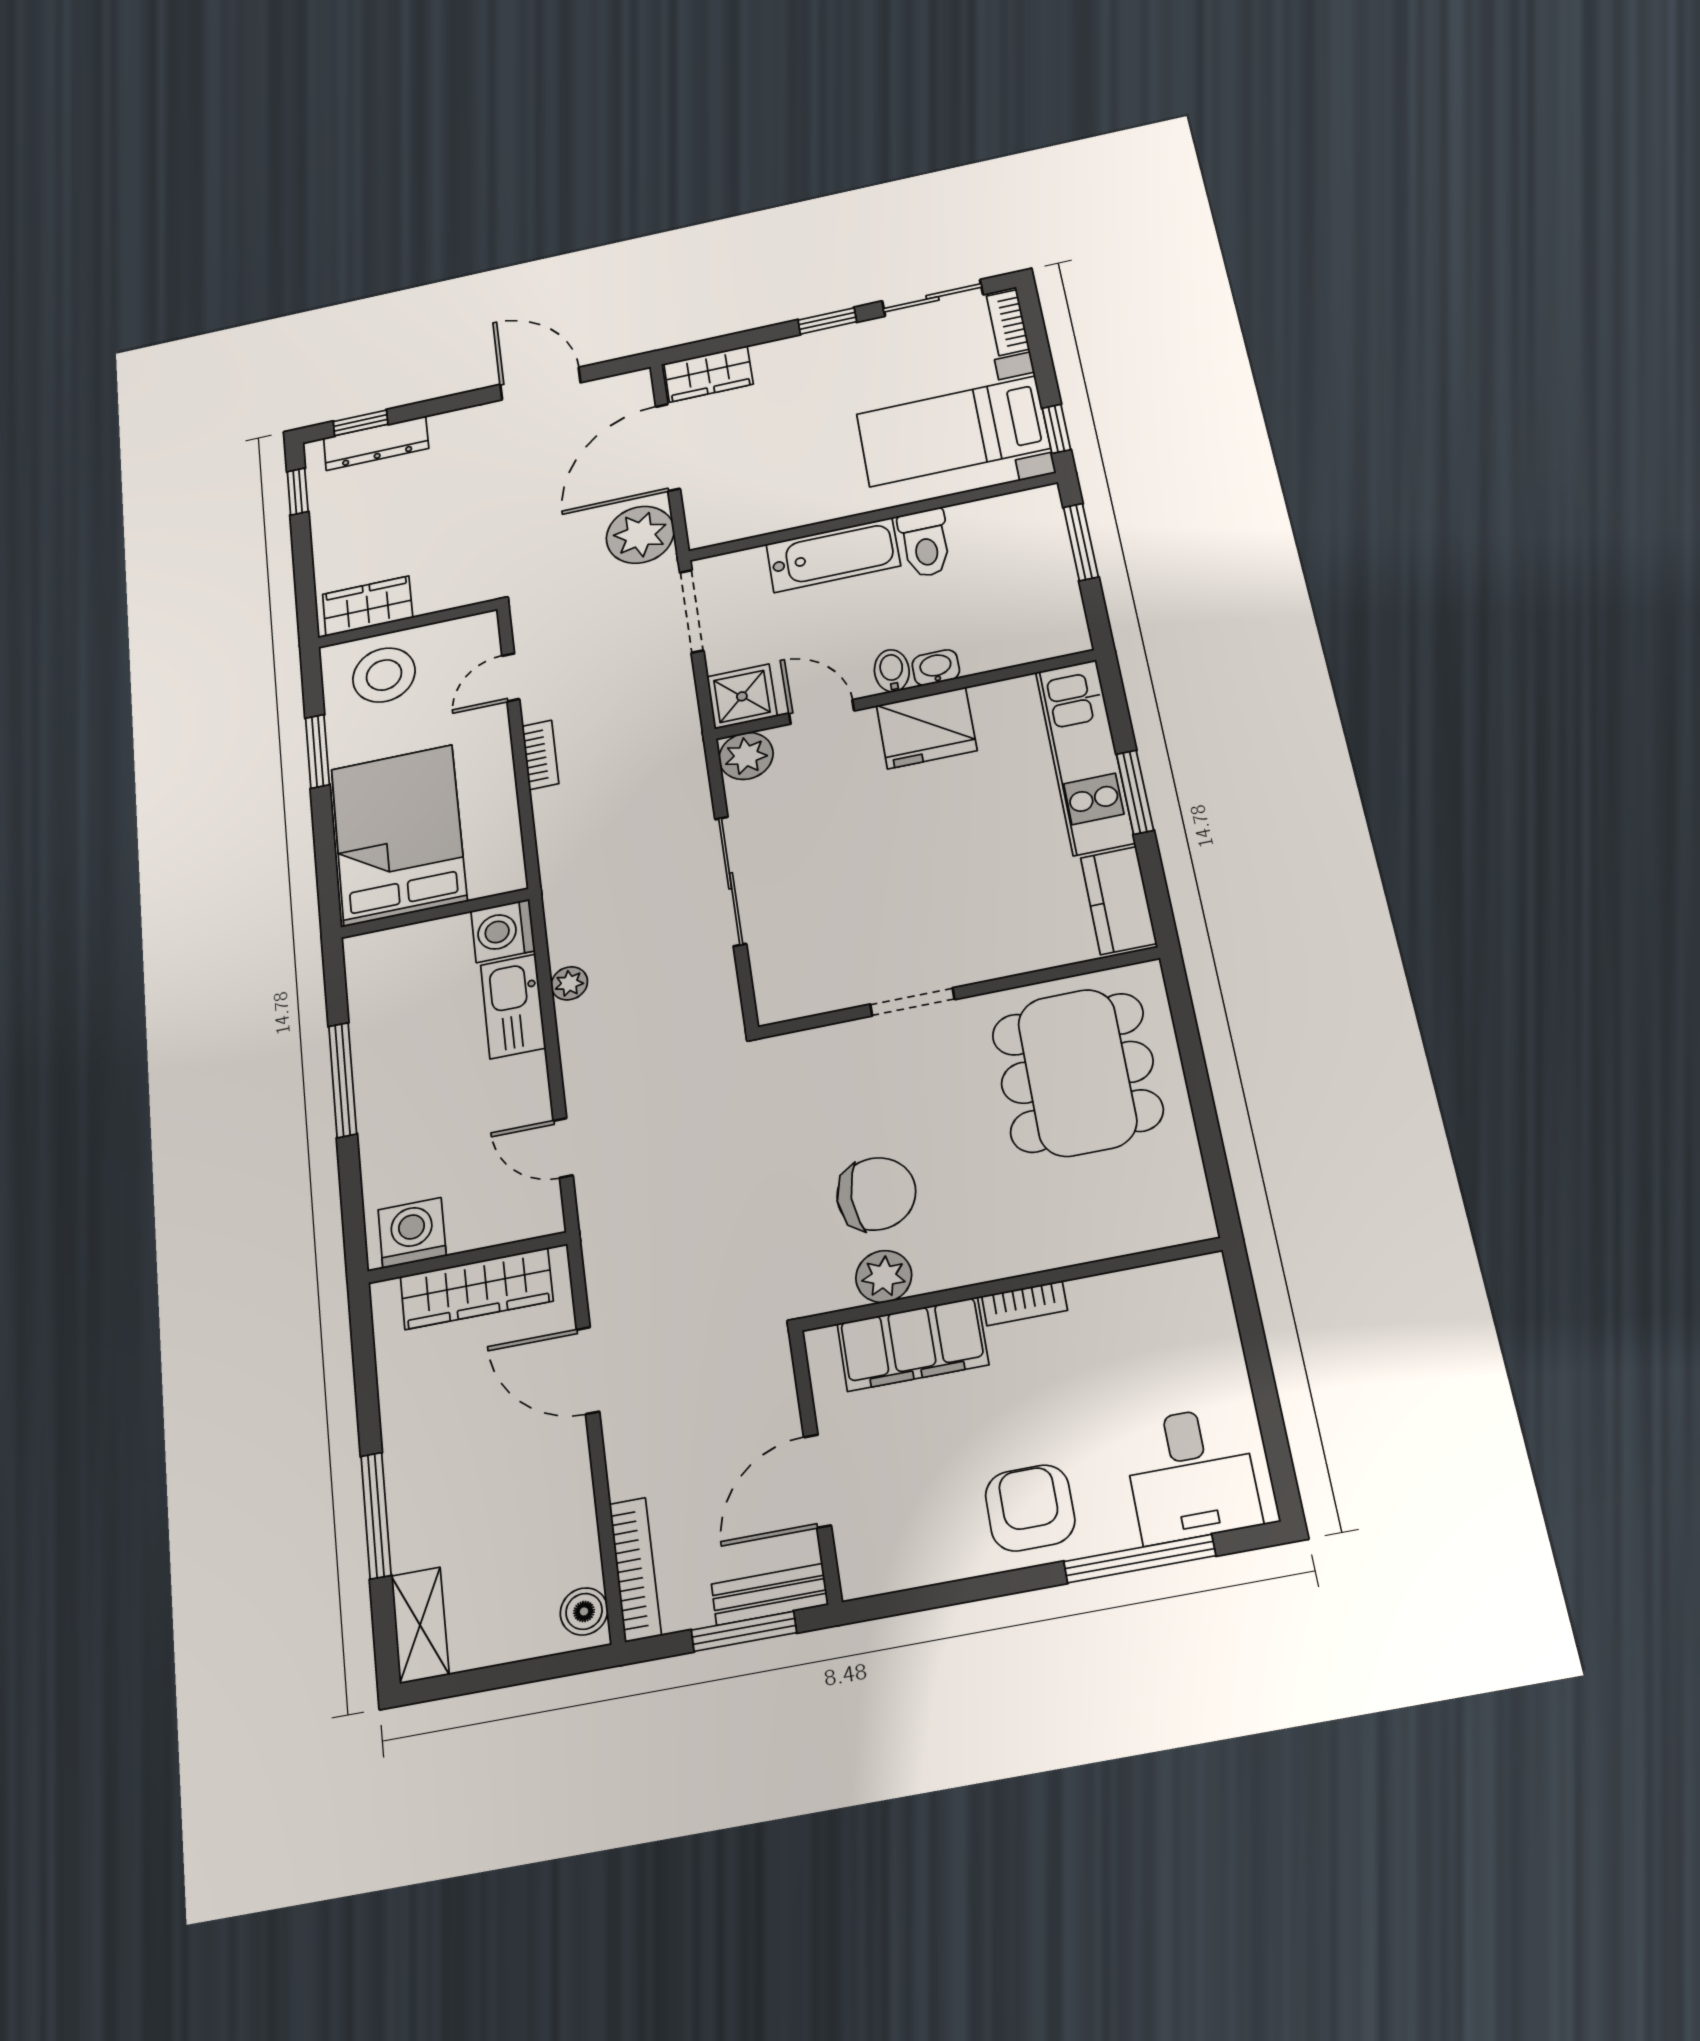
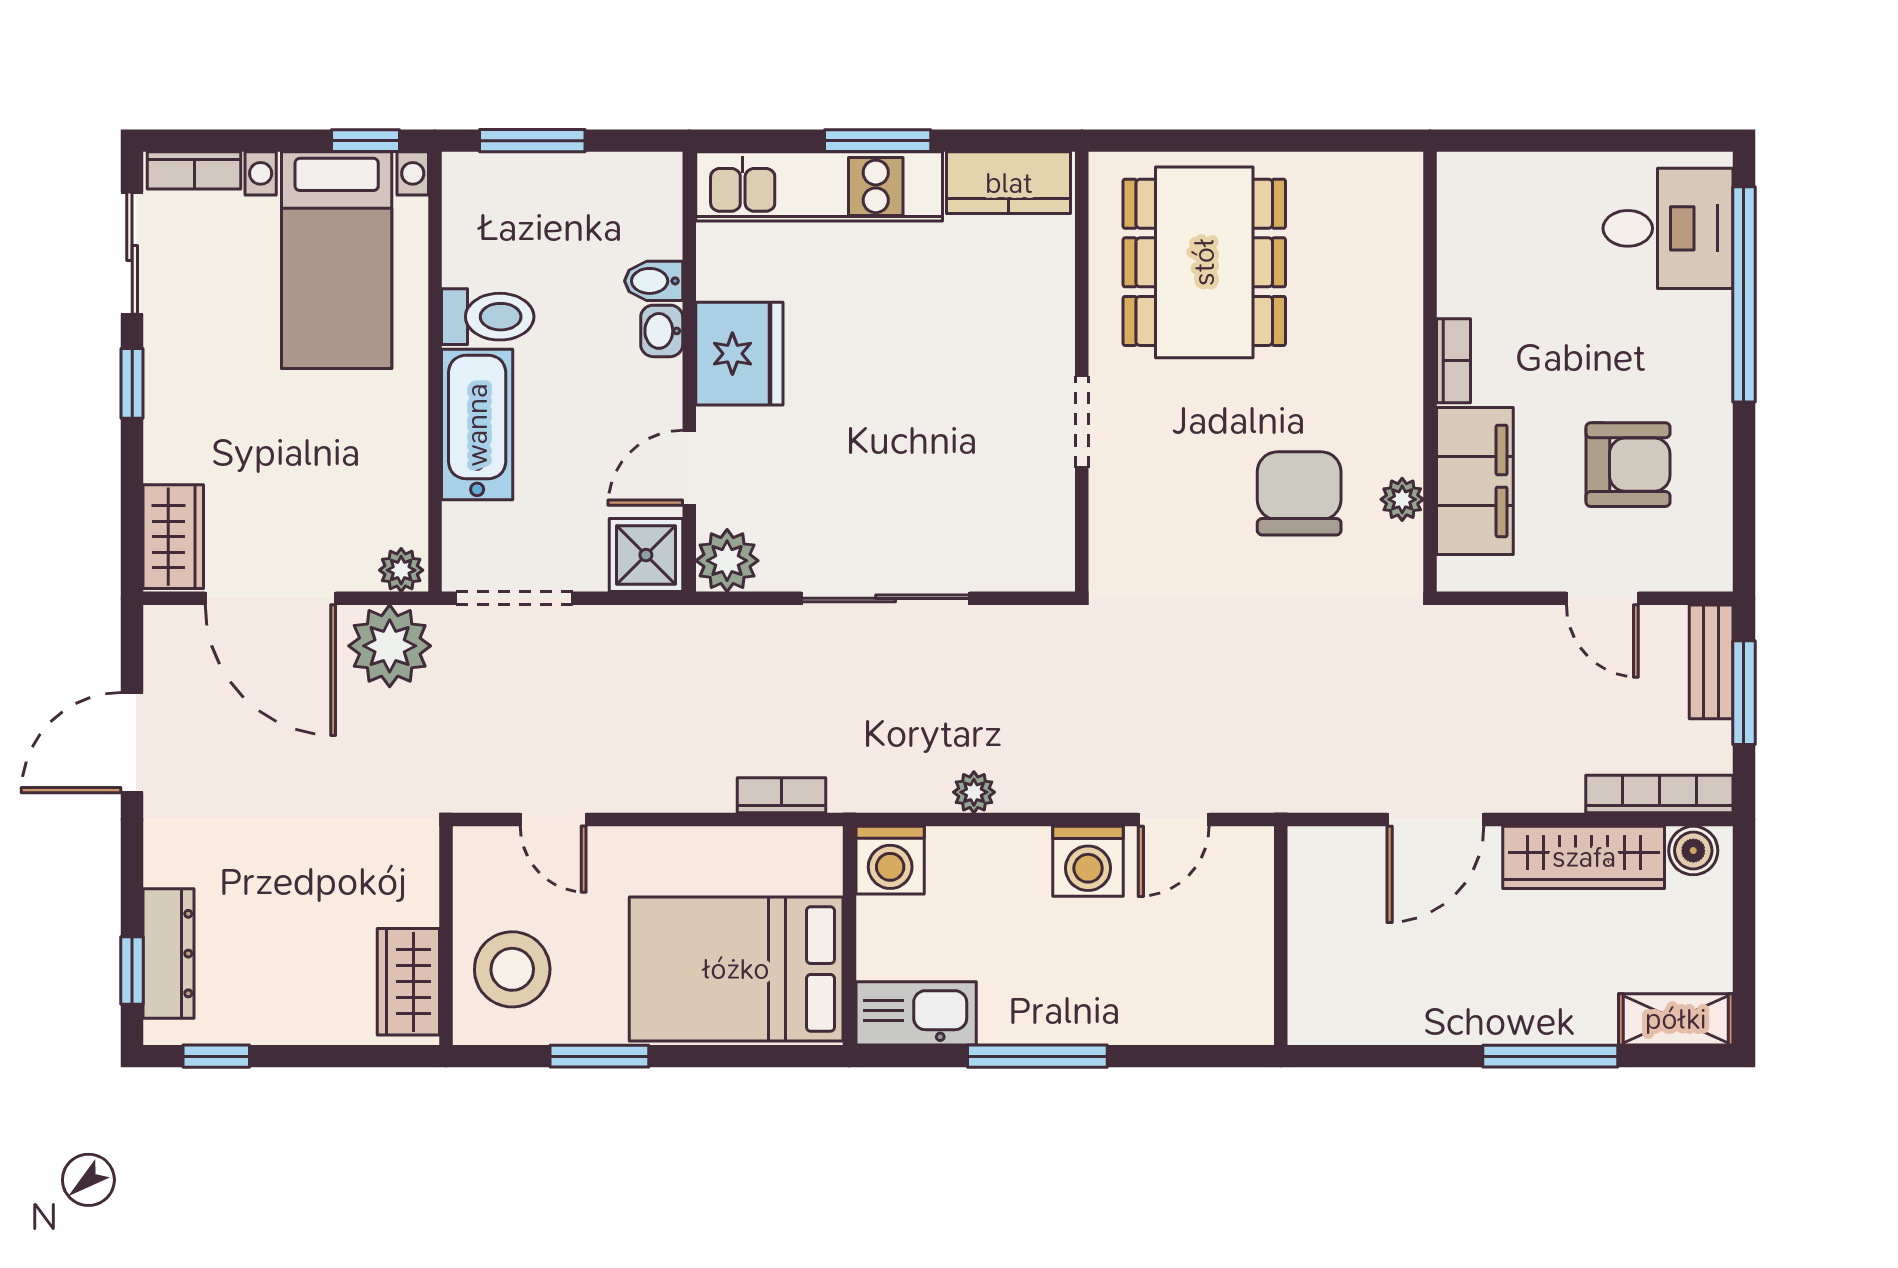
plant: (704, 529) -> (401, 570), added
bidet: (892, 671) -> (654, 281), moved
bookcase: (540, 755) -> (781, 795), moved
kitchen sink: (513, 1006) -> (916, 1013), moved, turned 180
dining table: (1077, 1072) -> (1204, 262), turned 90
washing machine: (412, 1233) -> (1088, 861), moved, turned -90
plant: (884, 1277) -> (1402, 499), width x0.73, depth x0.73
wardrobe: (476, 1289) -> (1584, 857), moved, turned 90
door: (817, 1481) -> (1602, 598), width x0.73
armchair: (1030, 1508) -> (1628, 465), moved, turned 180
window: (1140, 1559) -> (1744, 294), width x1.46

